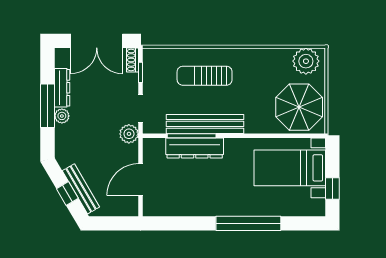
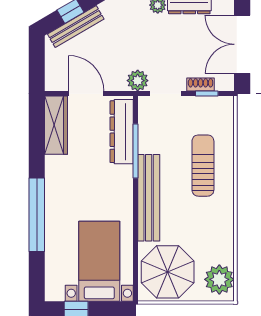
shoe rack: (133, 60) -> (201, 85), moved
bench: (205, 124) -> (149, 198), moved
dresser: (195, 148) -> (122, 132), moved
wardrobe: (169, 206) -> (56, 125), added

